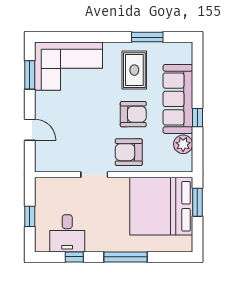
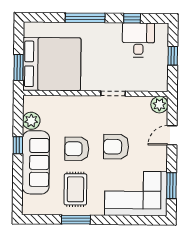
window: (147, 37) -> (76, 220), moved
door: (30, 130) -> (172, 135), hinge flipped
armchair: (129, 152) -> (116, 147), moved, turned 180
plant: (44, 163) -> (159, 105), added

